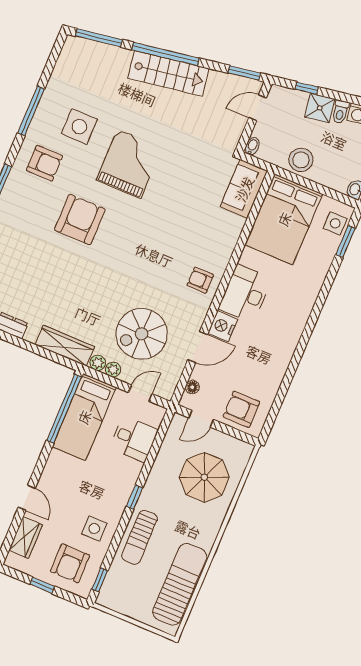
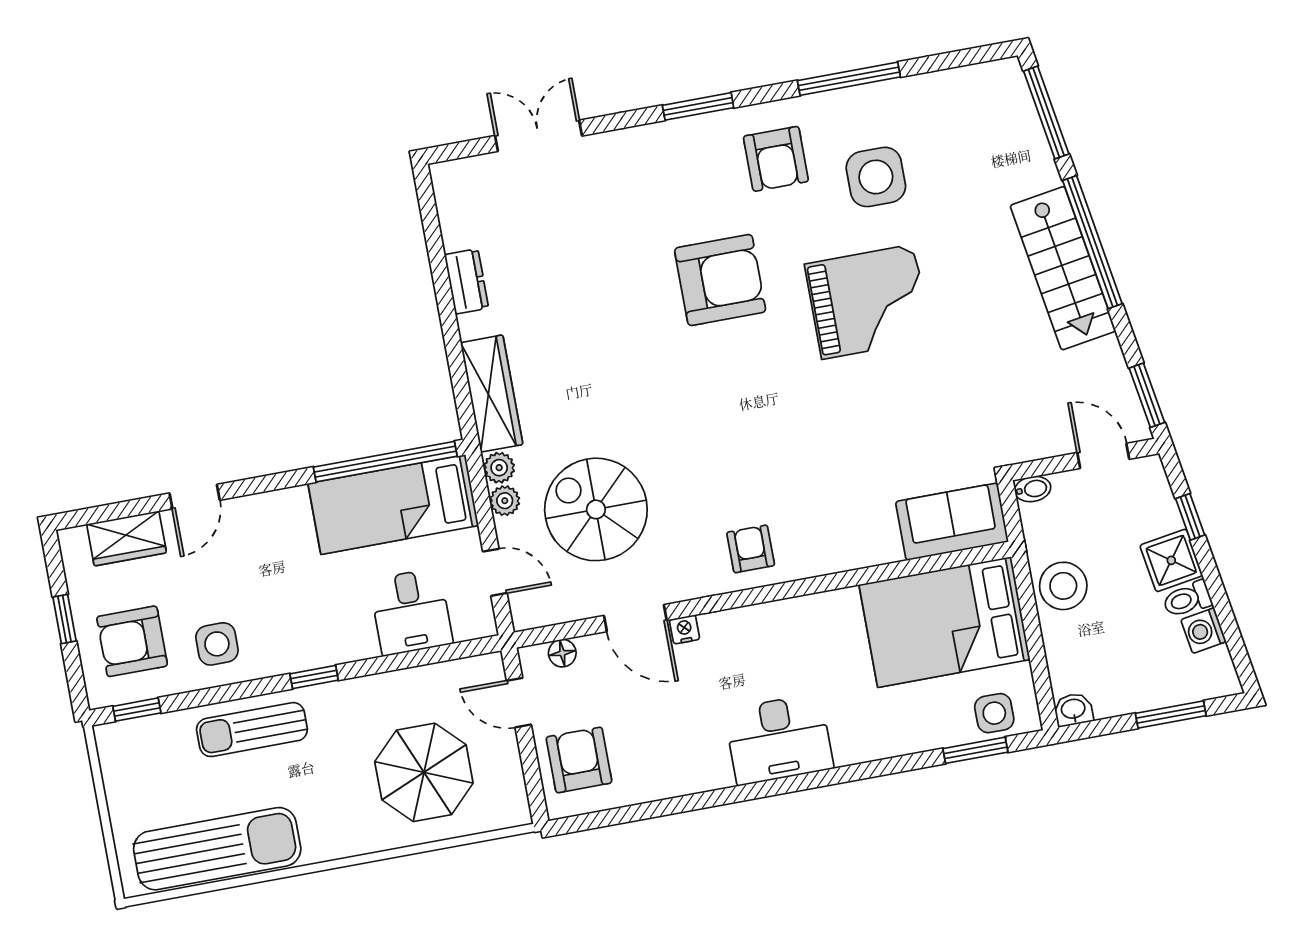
desk: (245, 294) -> (779, 739), moved, turned 180
nightstand: (223, 326) -> (685, 629), width x0.53, depth x0.56

